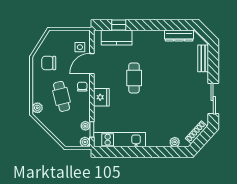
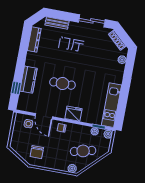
kitchen counter: (117, 38) -> (28, 80), moved
cafe table: (62, 96) -> (83, 151), moved

